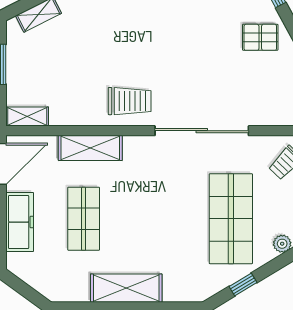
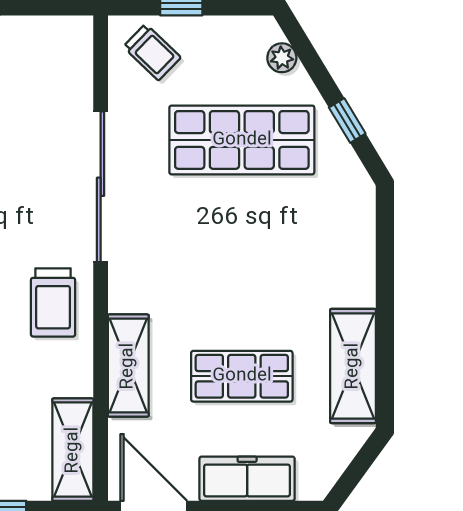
trolley: (130, 101) -> (53, 302), turned 180
shelving: (27, 117) -> (73, 450), width x1.50, depth x1.33
shelving: (126, 288) -> (353, 366), moved

